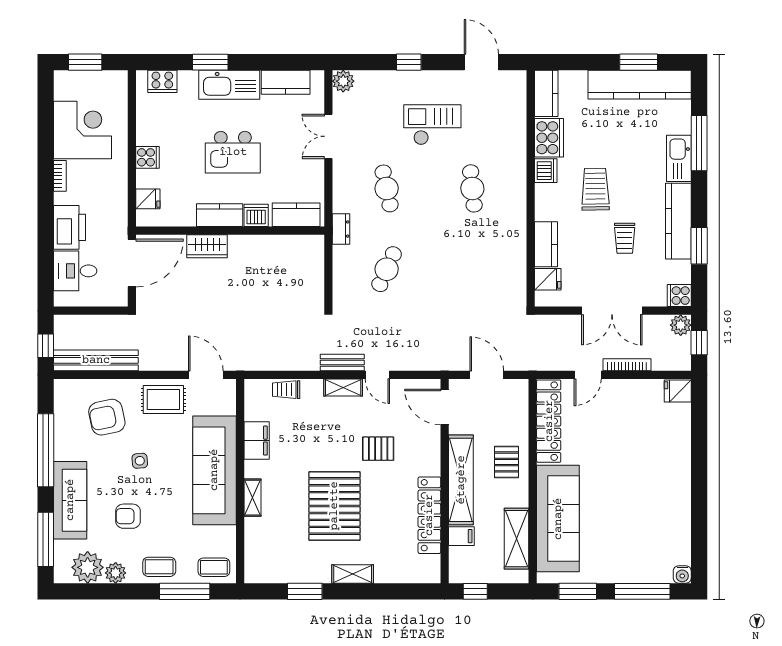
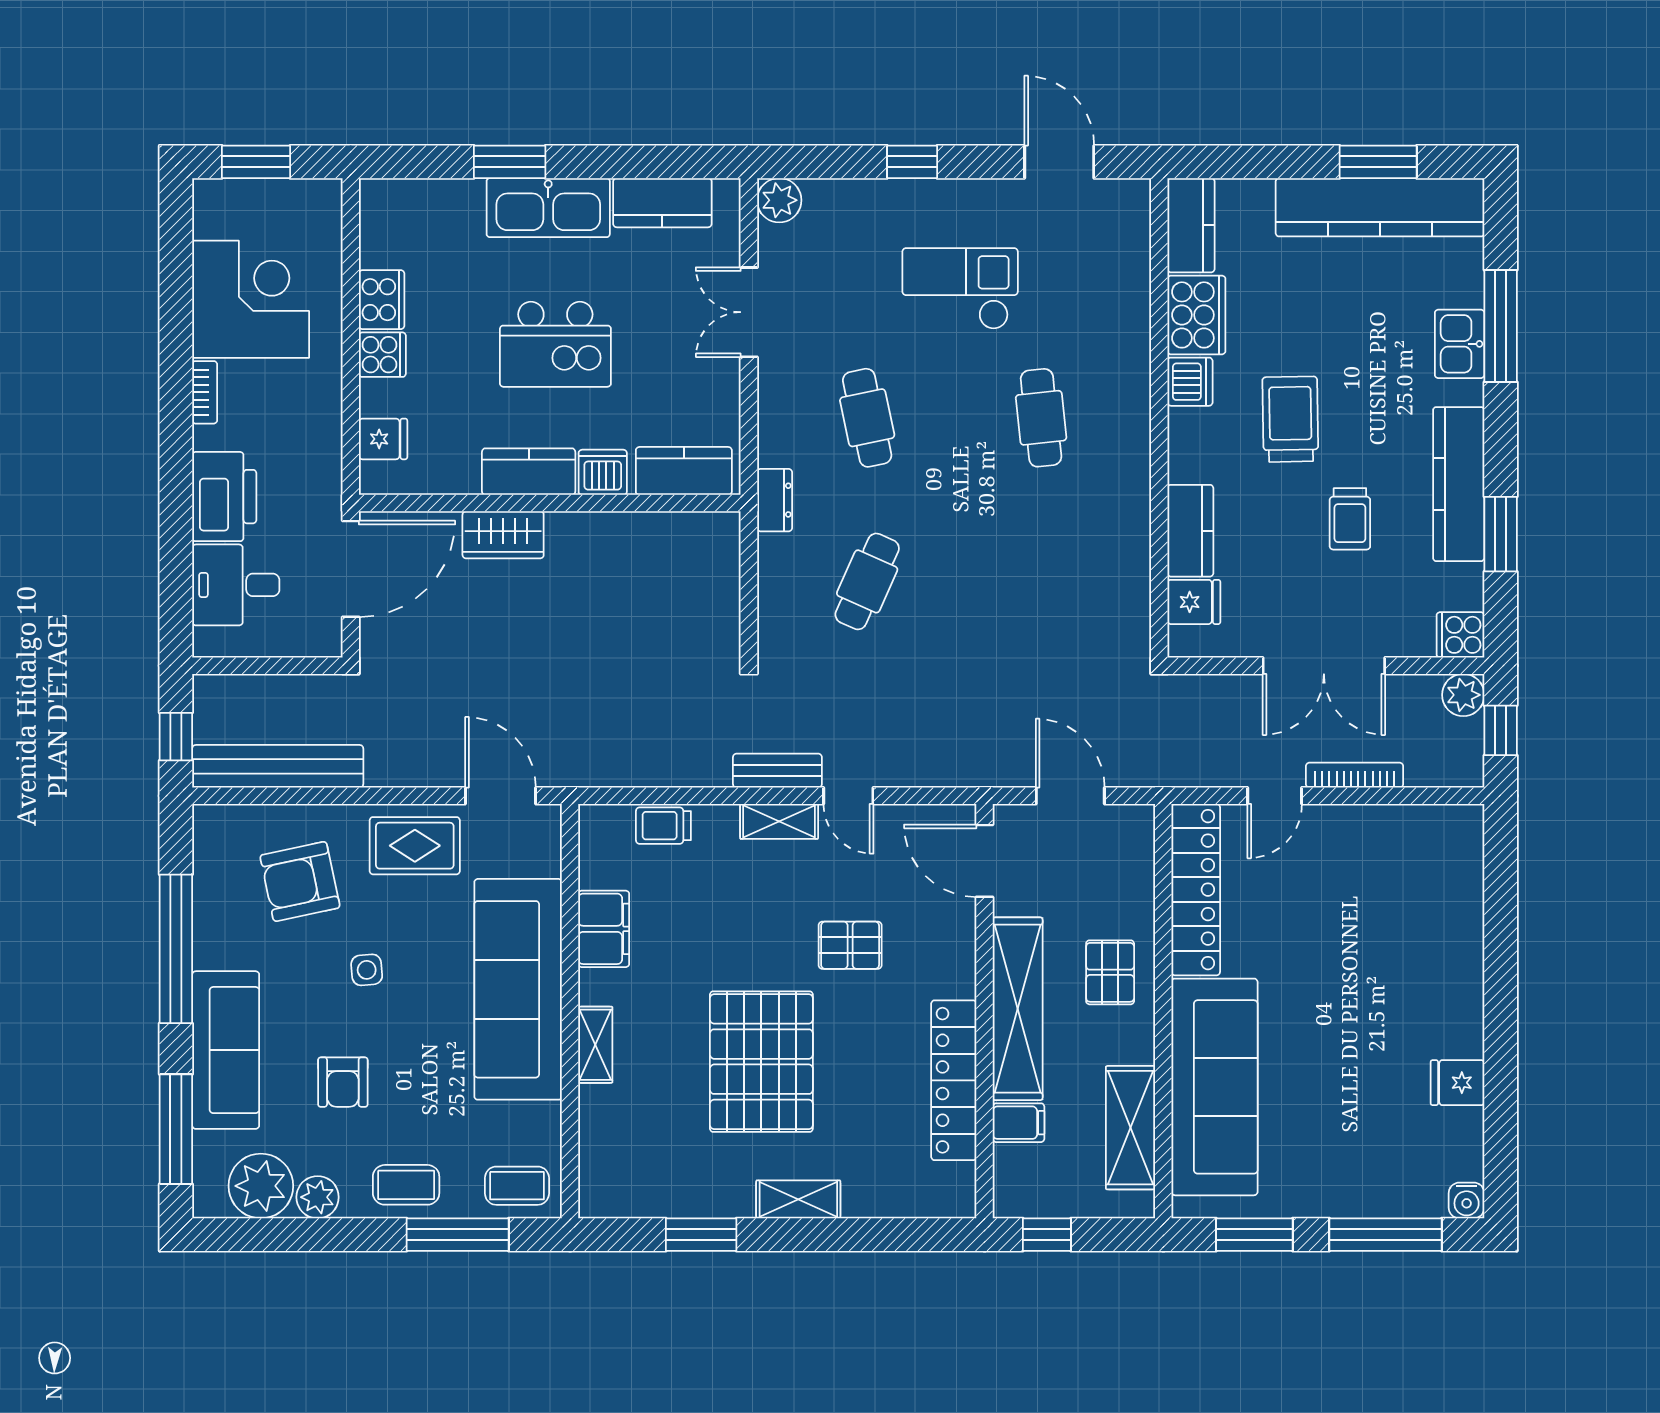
cooker: (162, 81) -> (382, 300), moved, turned -90
kitchen sink: (679, 158) -> (1460, 344), width x0.73
fridge: (678, 391) -> (1457, 1083), moved
armchair: (128, 516) -> (343, 1082), turned -90

